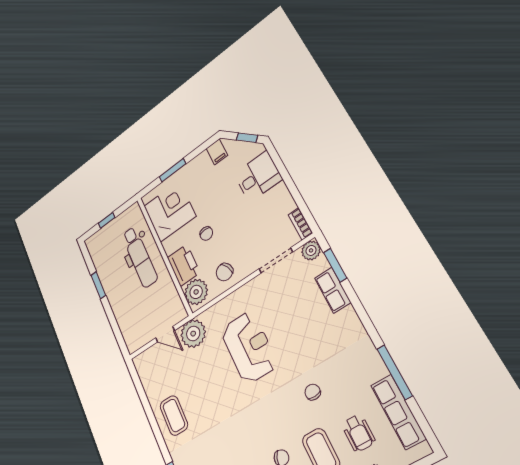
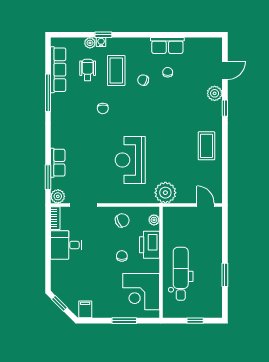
desk: (258, 177) -> (66, 245), moved
plant: (196, 292) -> (154, 220), width x0.53, depth x0.53
door: (165, 334) -> (205, 205), moved

